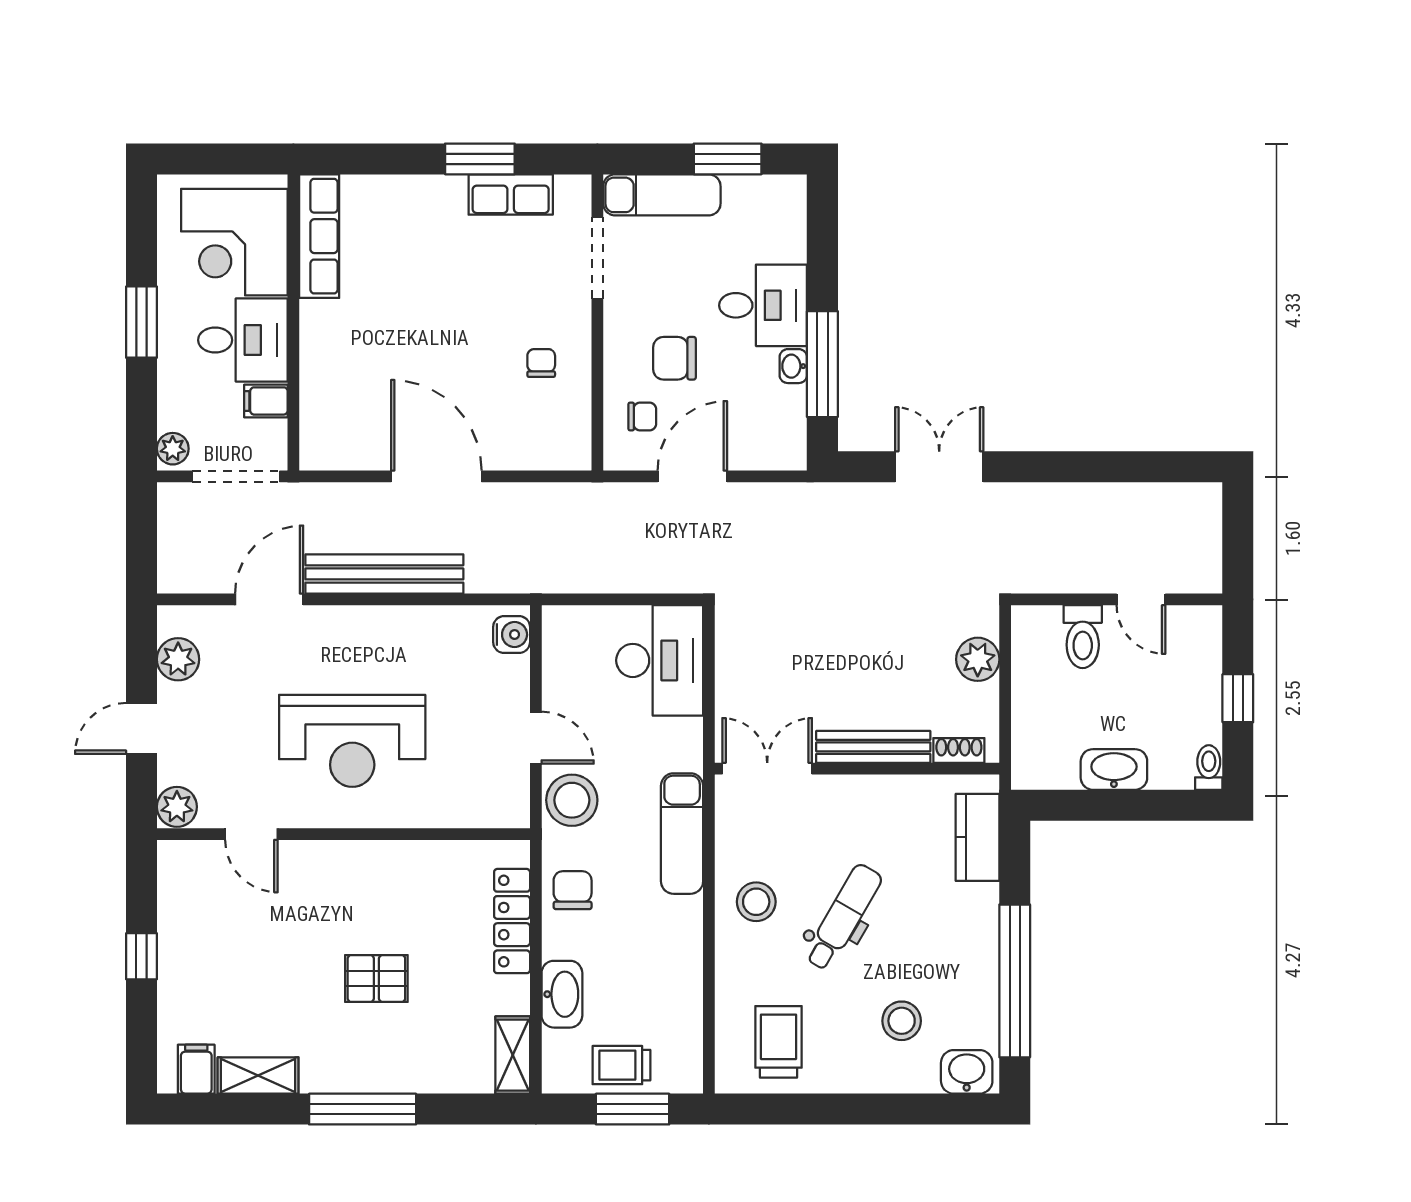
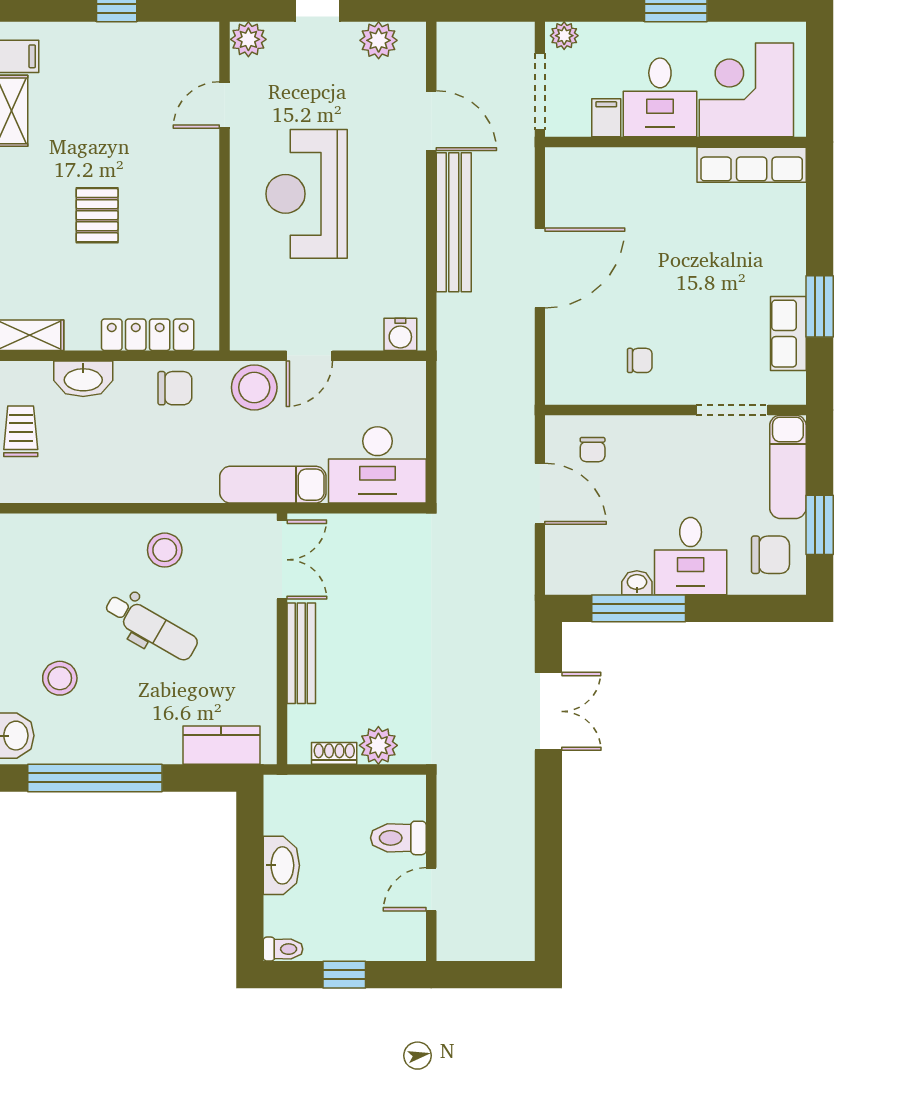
chair: (674, 358) -> (771, 555), moved, turned 90
shoe rack: (959, 750) -> (334, 753), moved, turned -90
exam couch: (682, 834) -> (273, 485), moved
trolley: (778, 1042) -> (41, 570), removed

